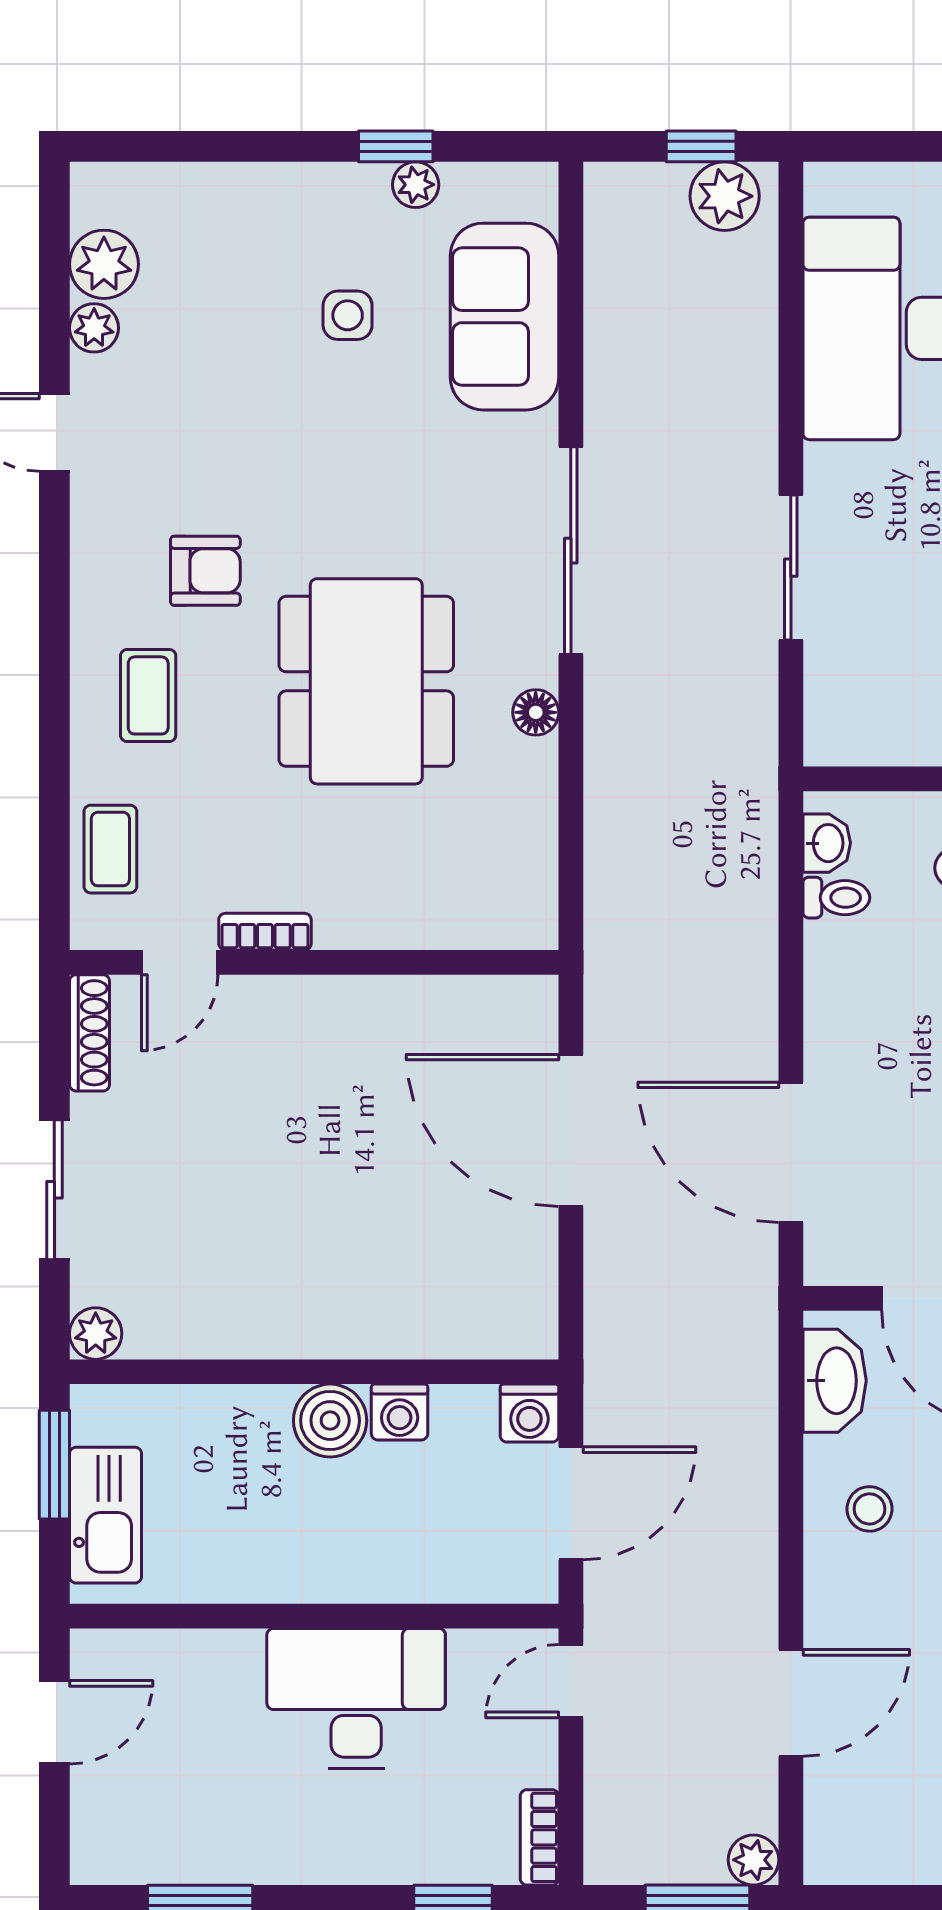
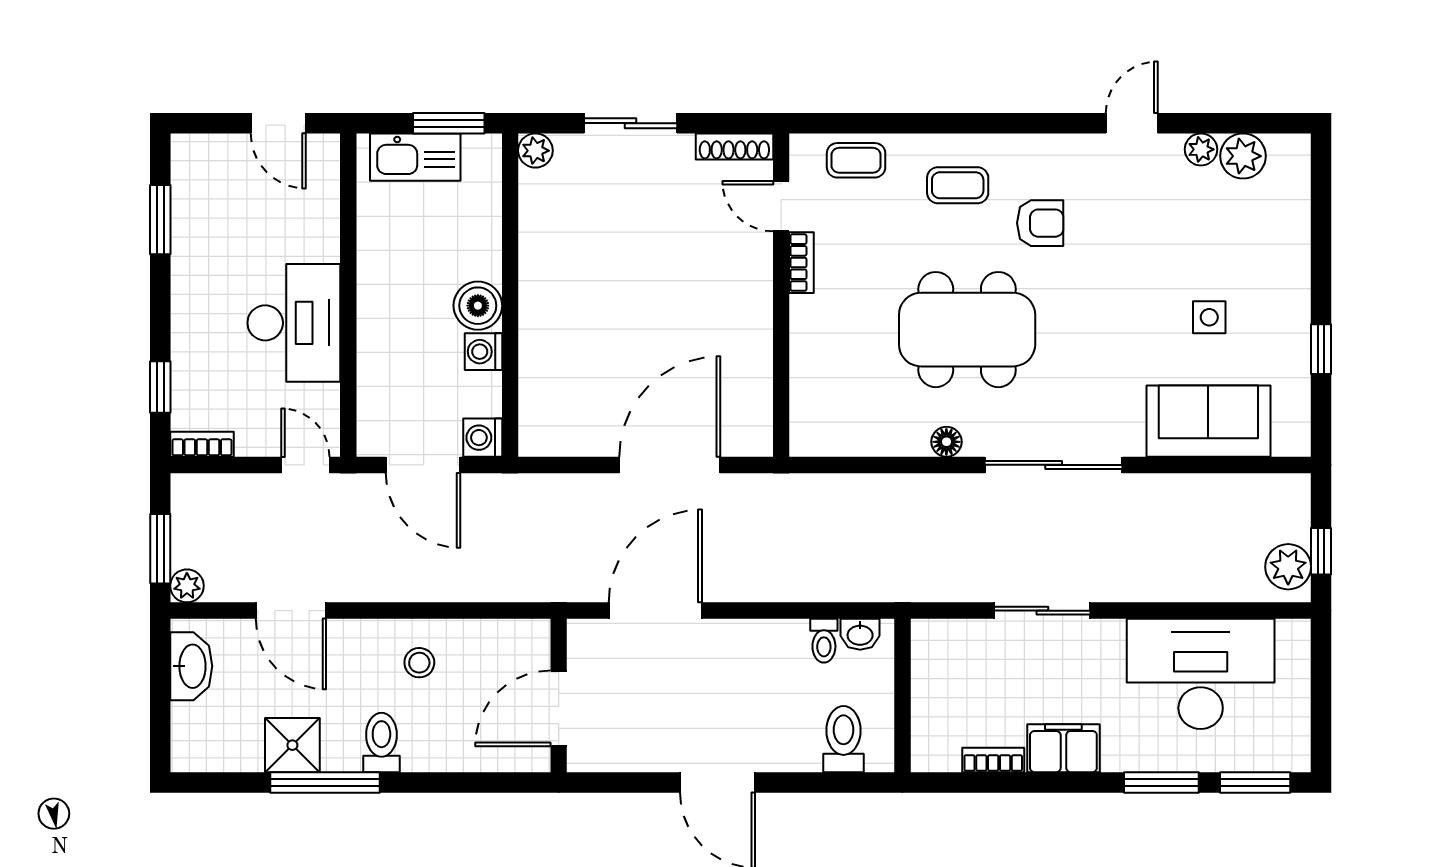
plant: (416, 185) -> (1296, 362), removed
armchair: (205, 571) -> (1040, 223), turned -90
washbasin: (835, 1381) -> (191, 666), moved, turned -90

